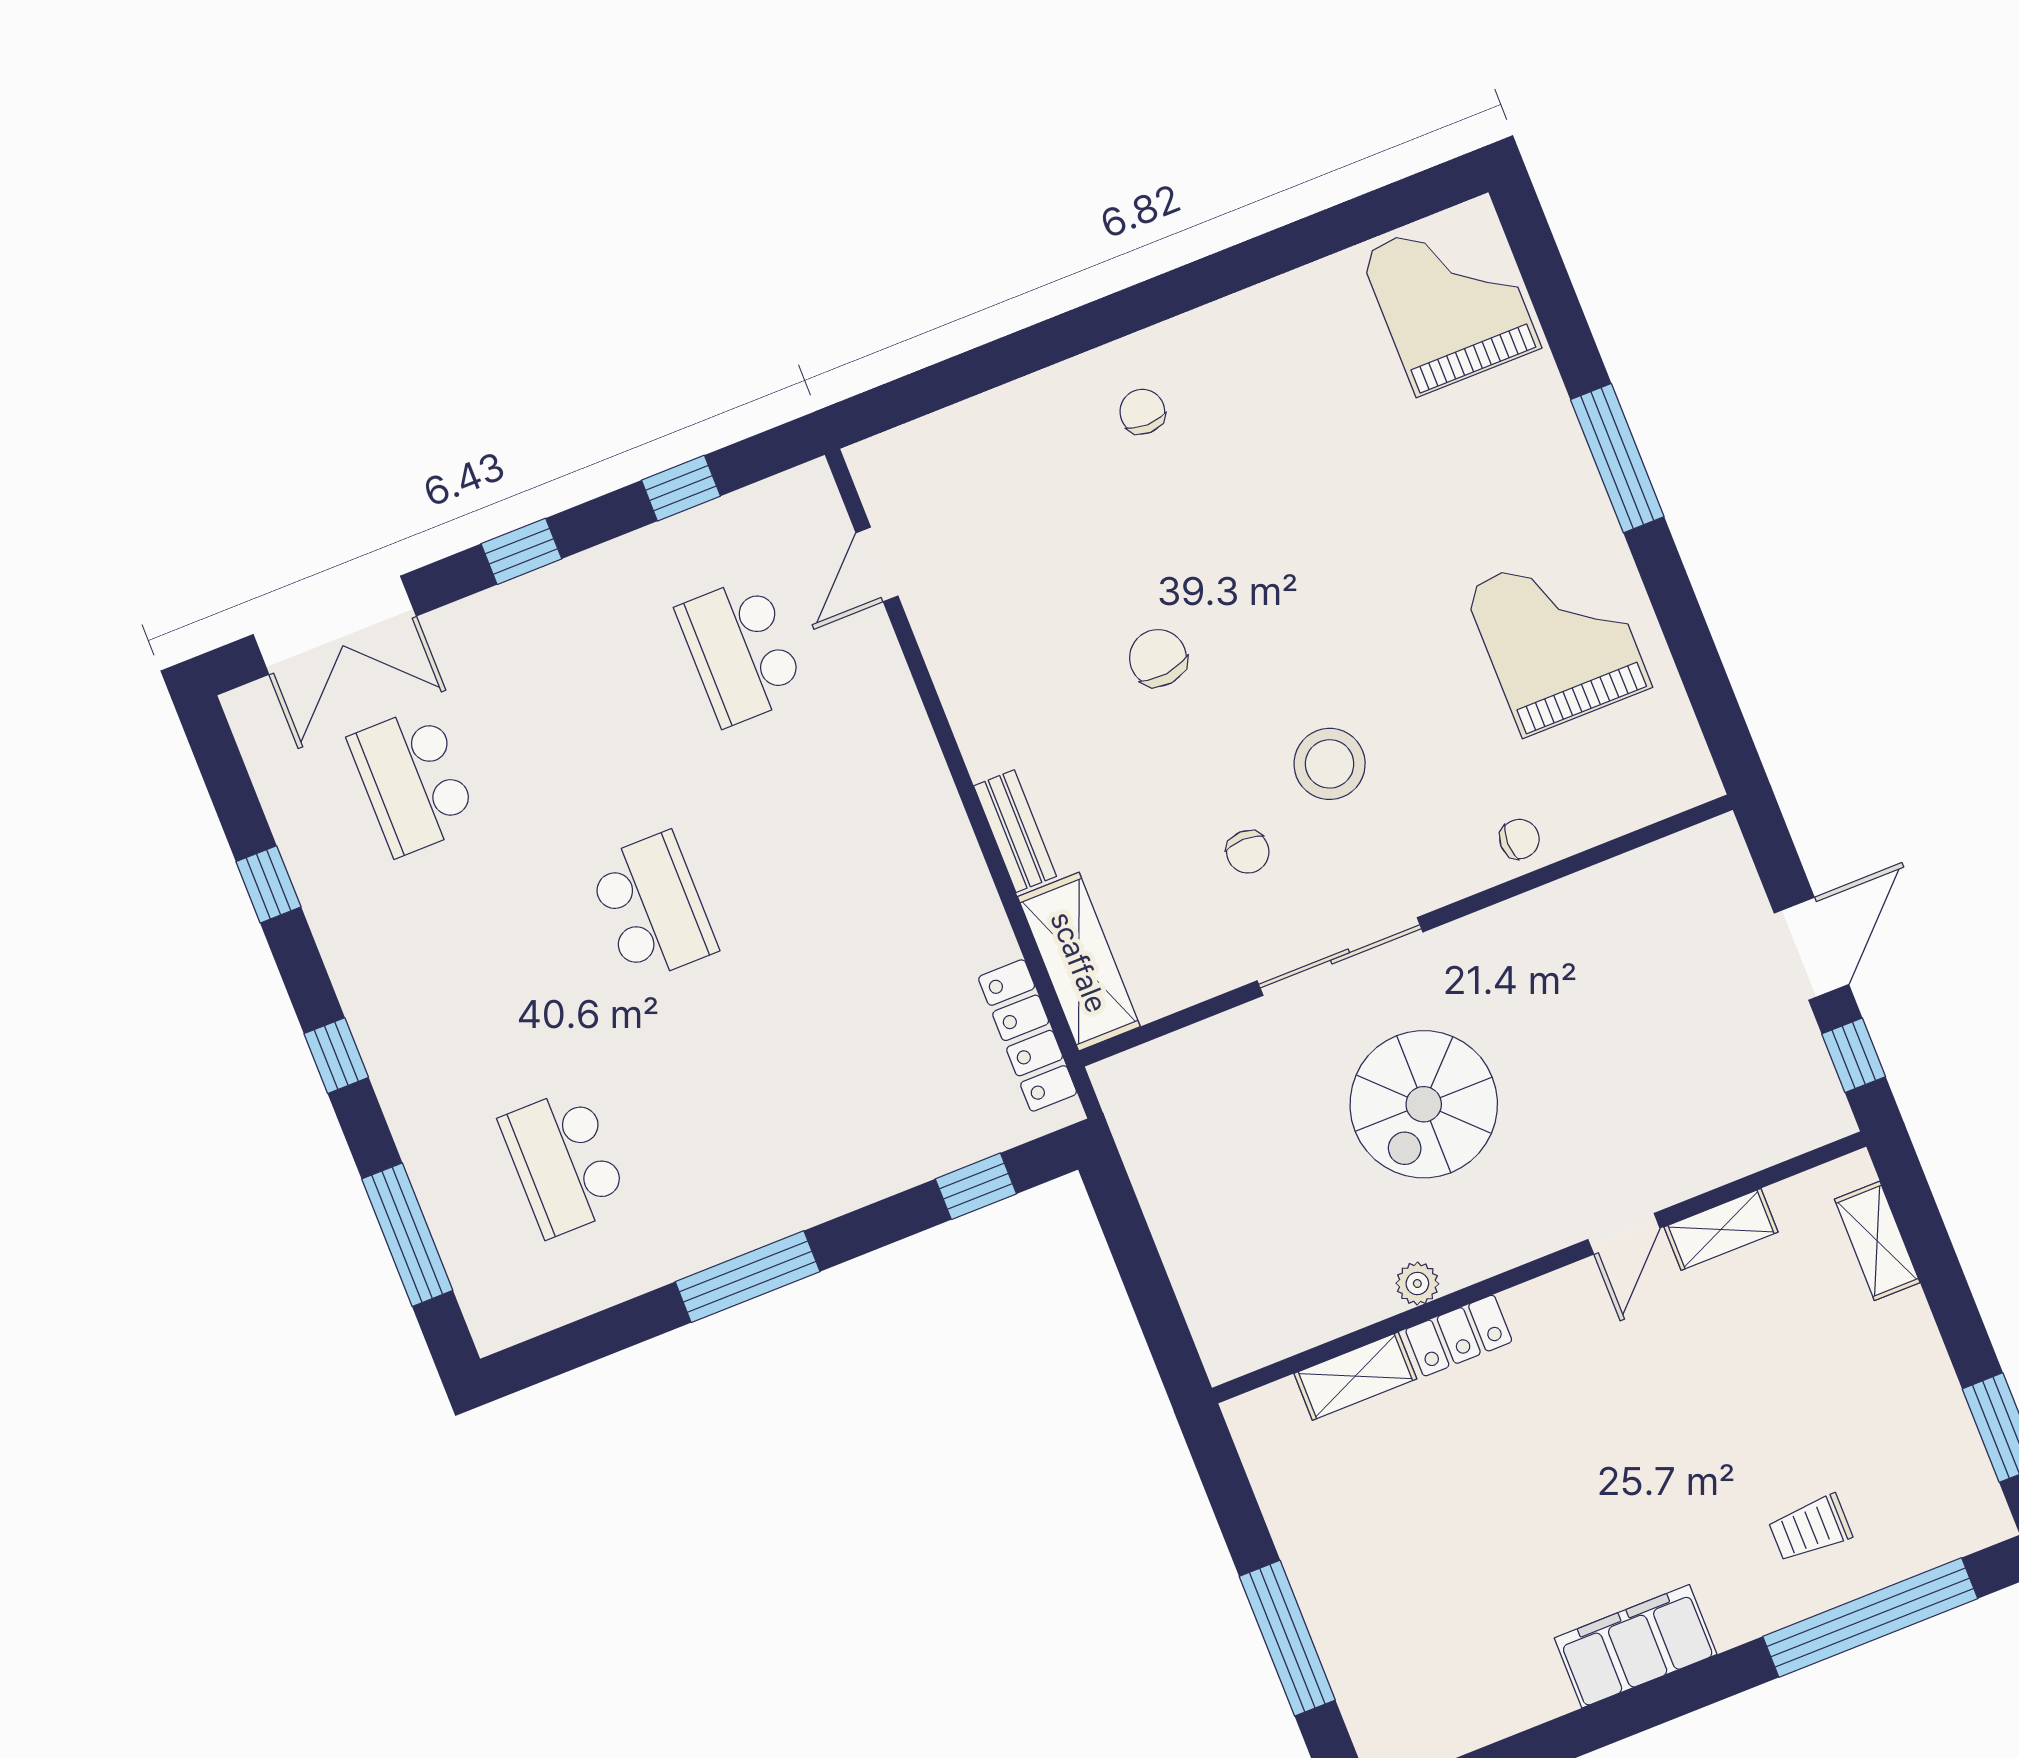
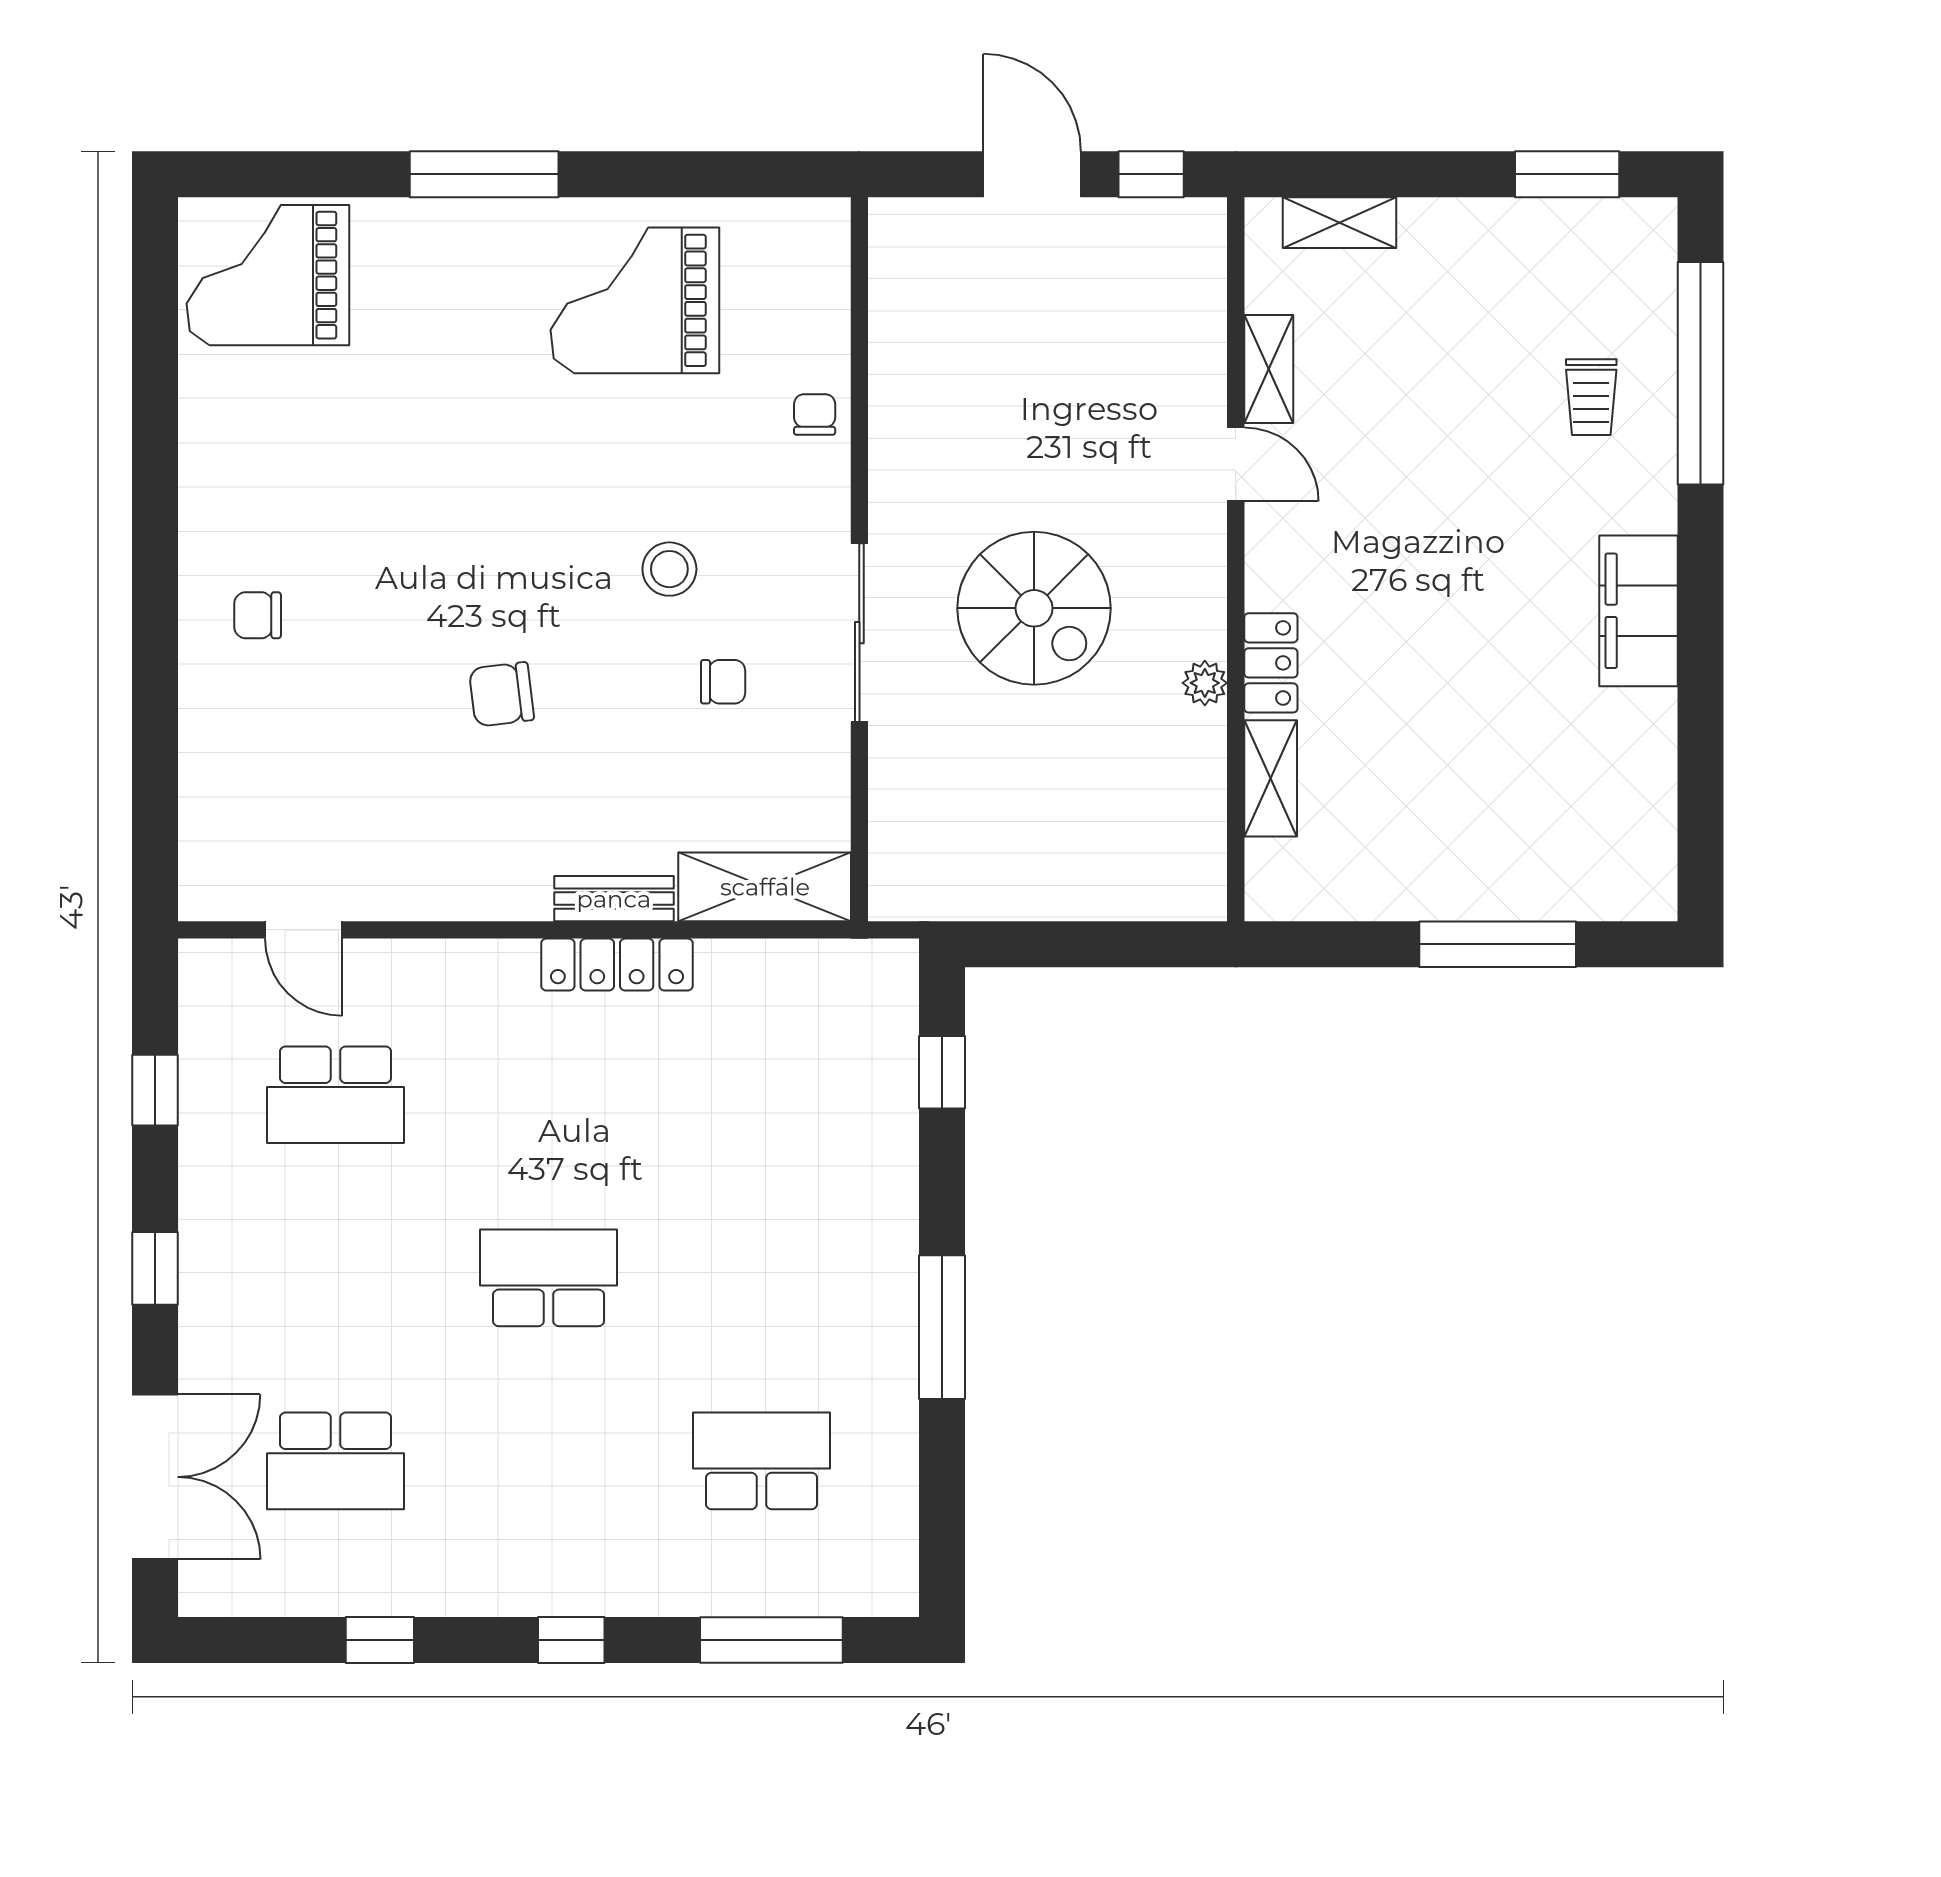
stool: (1330, 764) -> (669, 569), width x0.73, depth x0.73
locker: (1028, 1035) -> (617, 965), moved
school desk: (564, 1162) -> (762, 1461), turned 180

